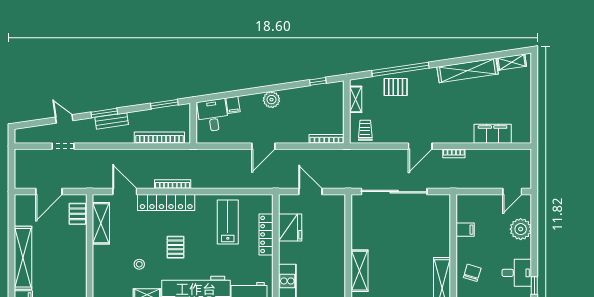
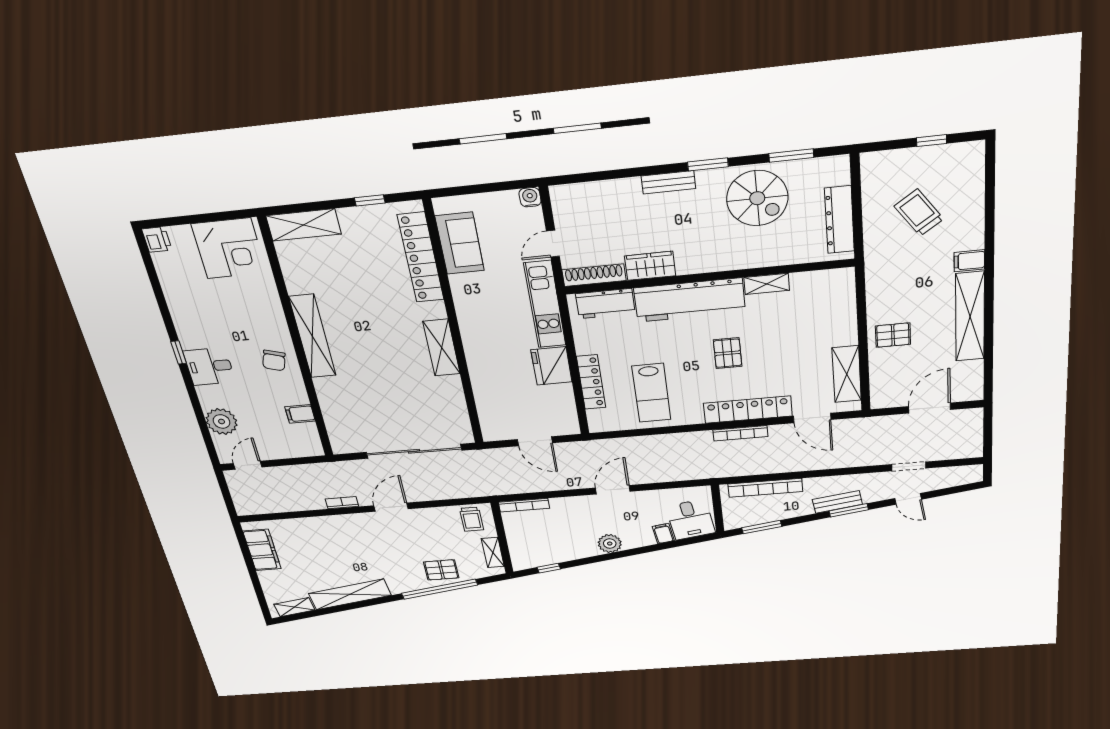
filing cabinet: (493, 134) -> (262, 550), moved, turned -90
pallet: (77, 214) -> (893, 335), moved, turned 90
fridge: (290, 228) -> (551, 366), moved
stool: (139, 264) -> (783, 325), removed

